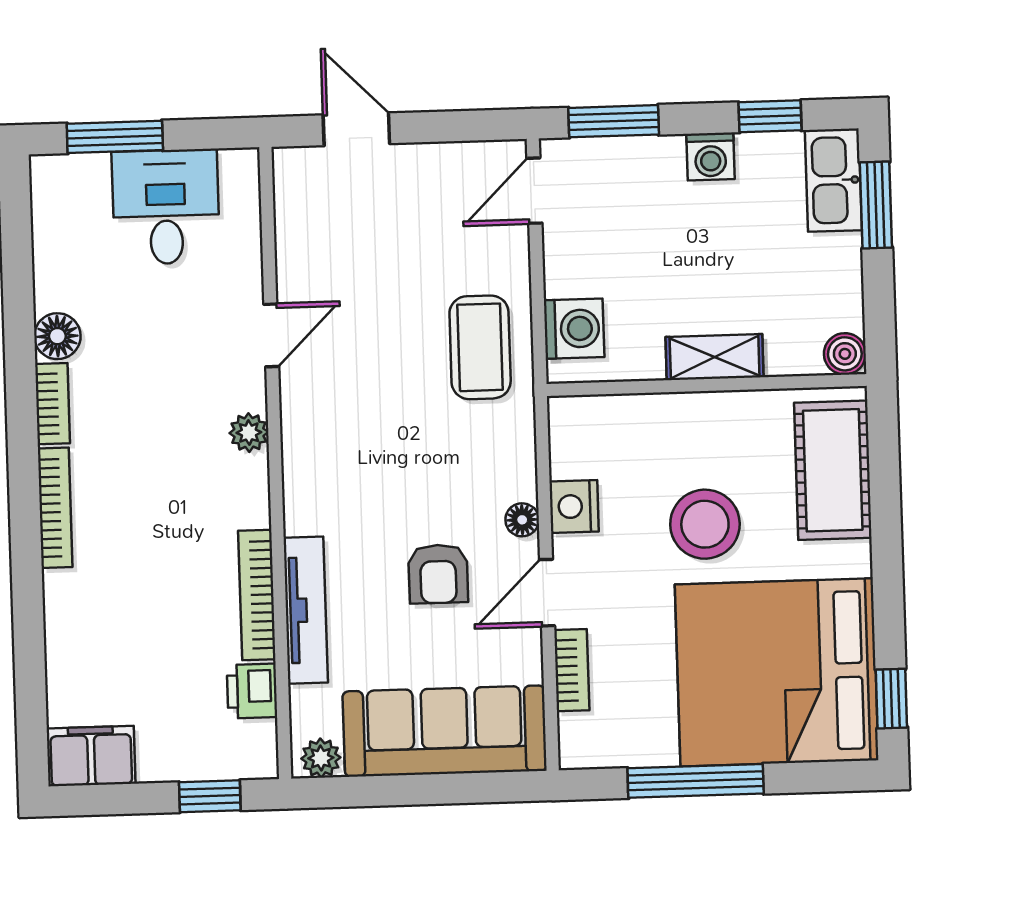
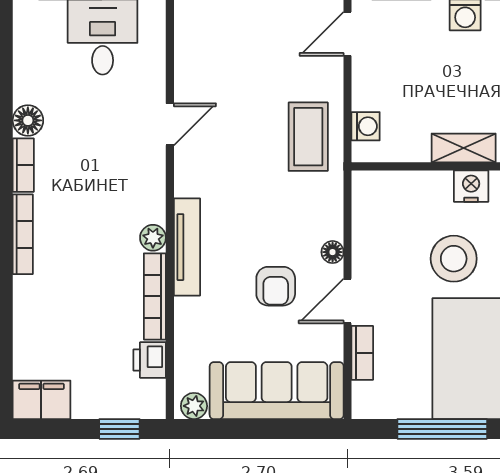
washing machine: (574, 329) -> (366, 126), width x0.73, depth x0.73
plant: (249, 433) -> (153, 238), moved
nightstand: (574, 506) -> (471, 186), moved, turned 90
tv unit: (306, 610) -> (187, 247), moved

